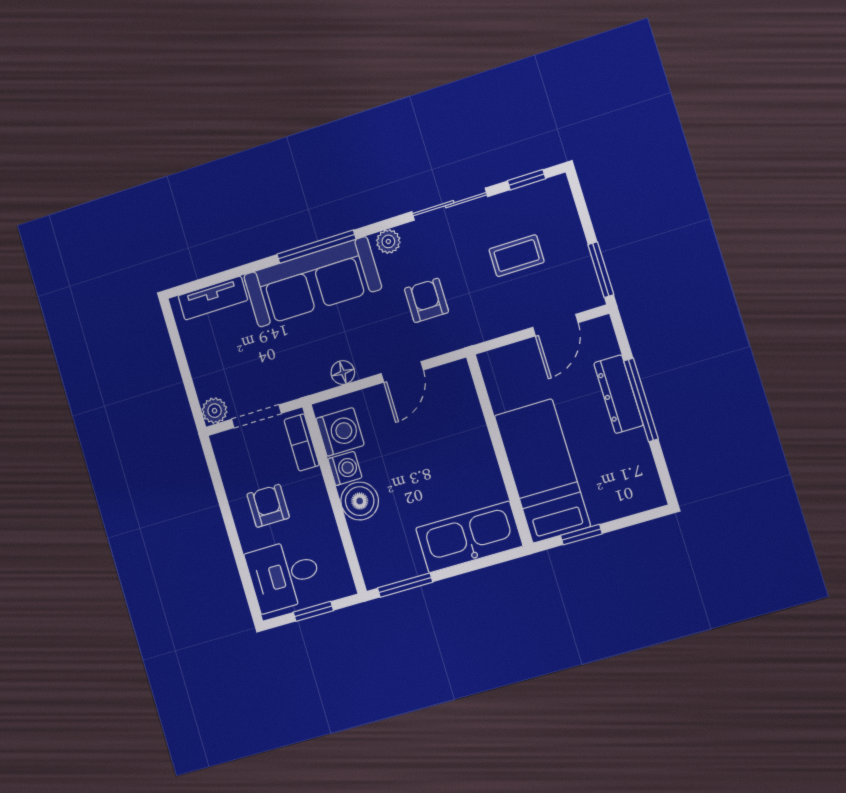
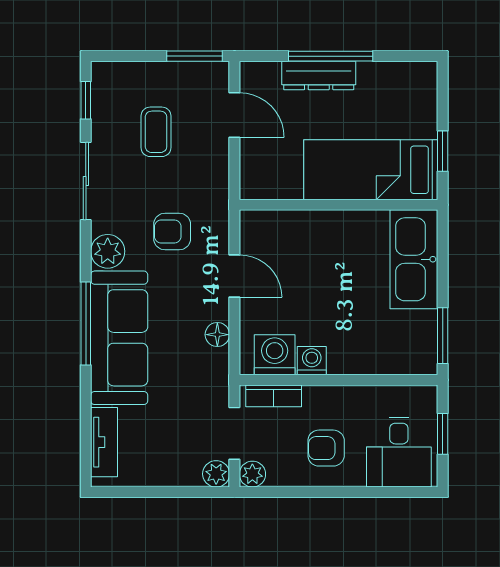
plant: (388, 241) -> (108, 251), width x1.38, depth x1.38
plant: (224, 444) -> (252, 474), added
boiler: (360, 501) -> (348, 356), removed

